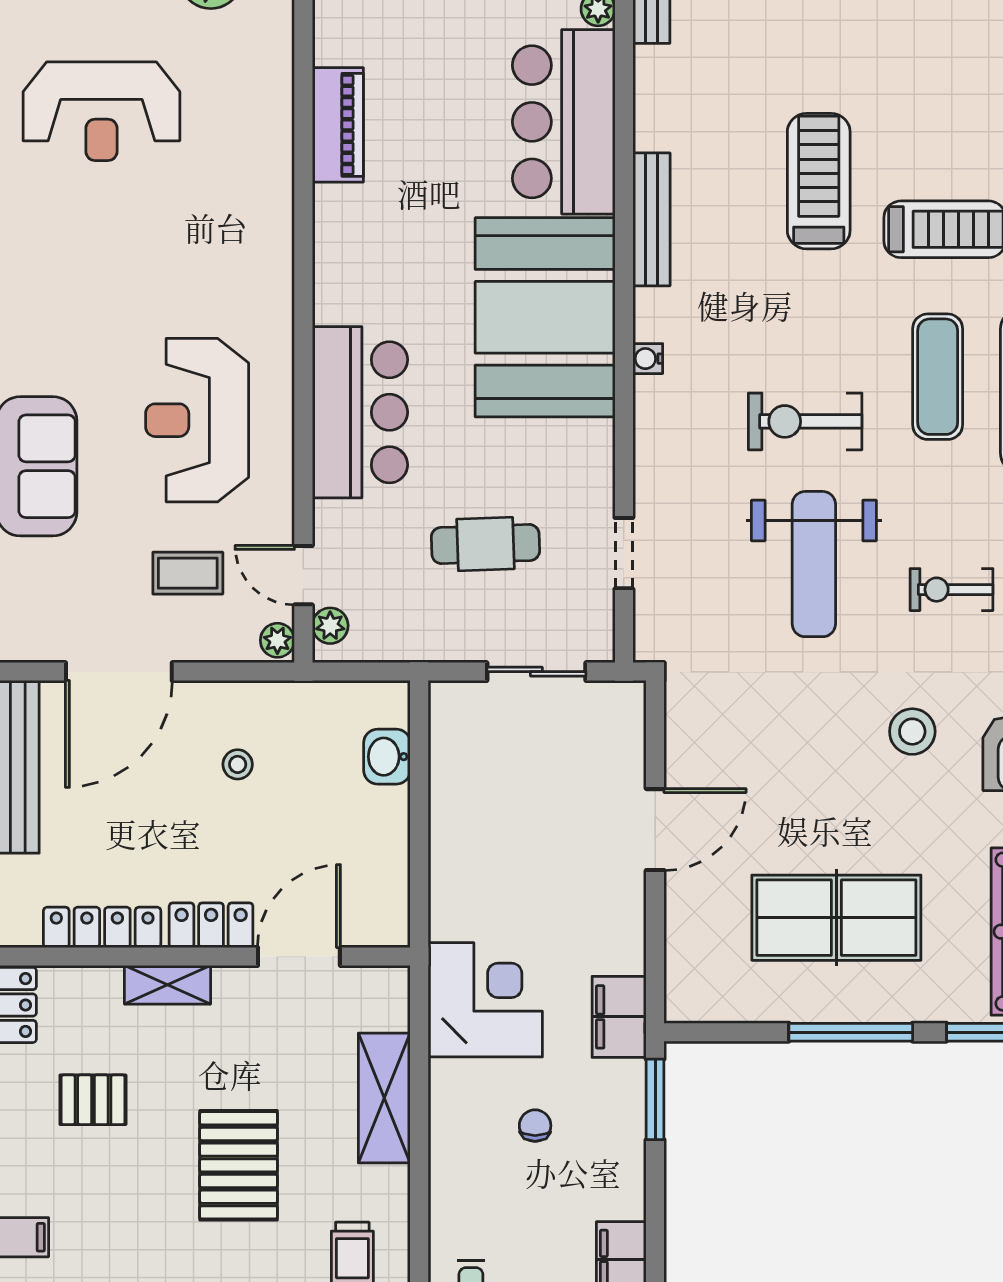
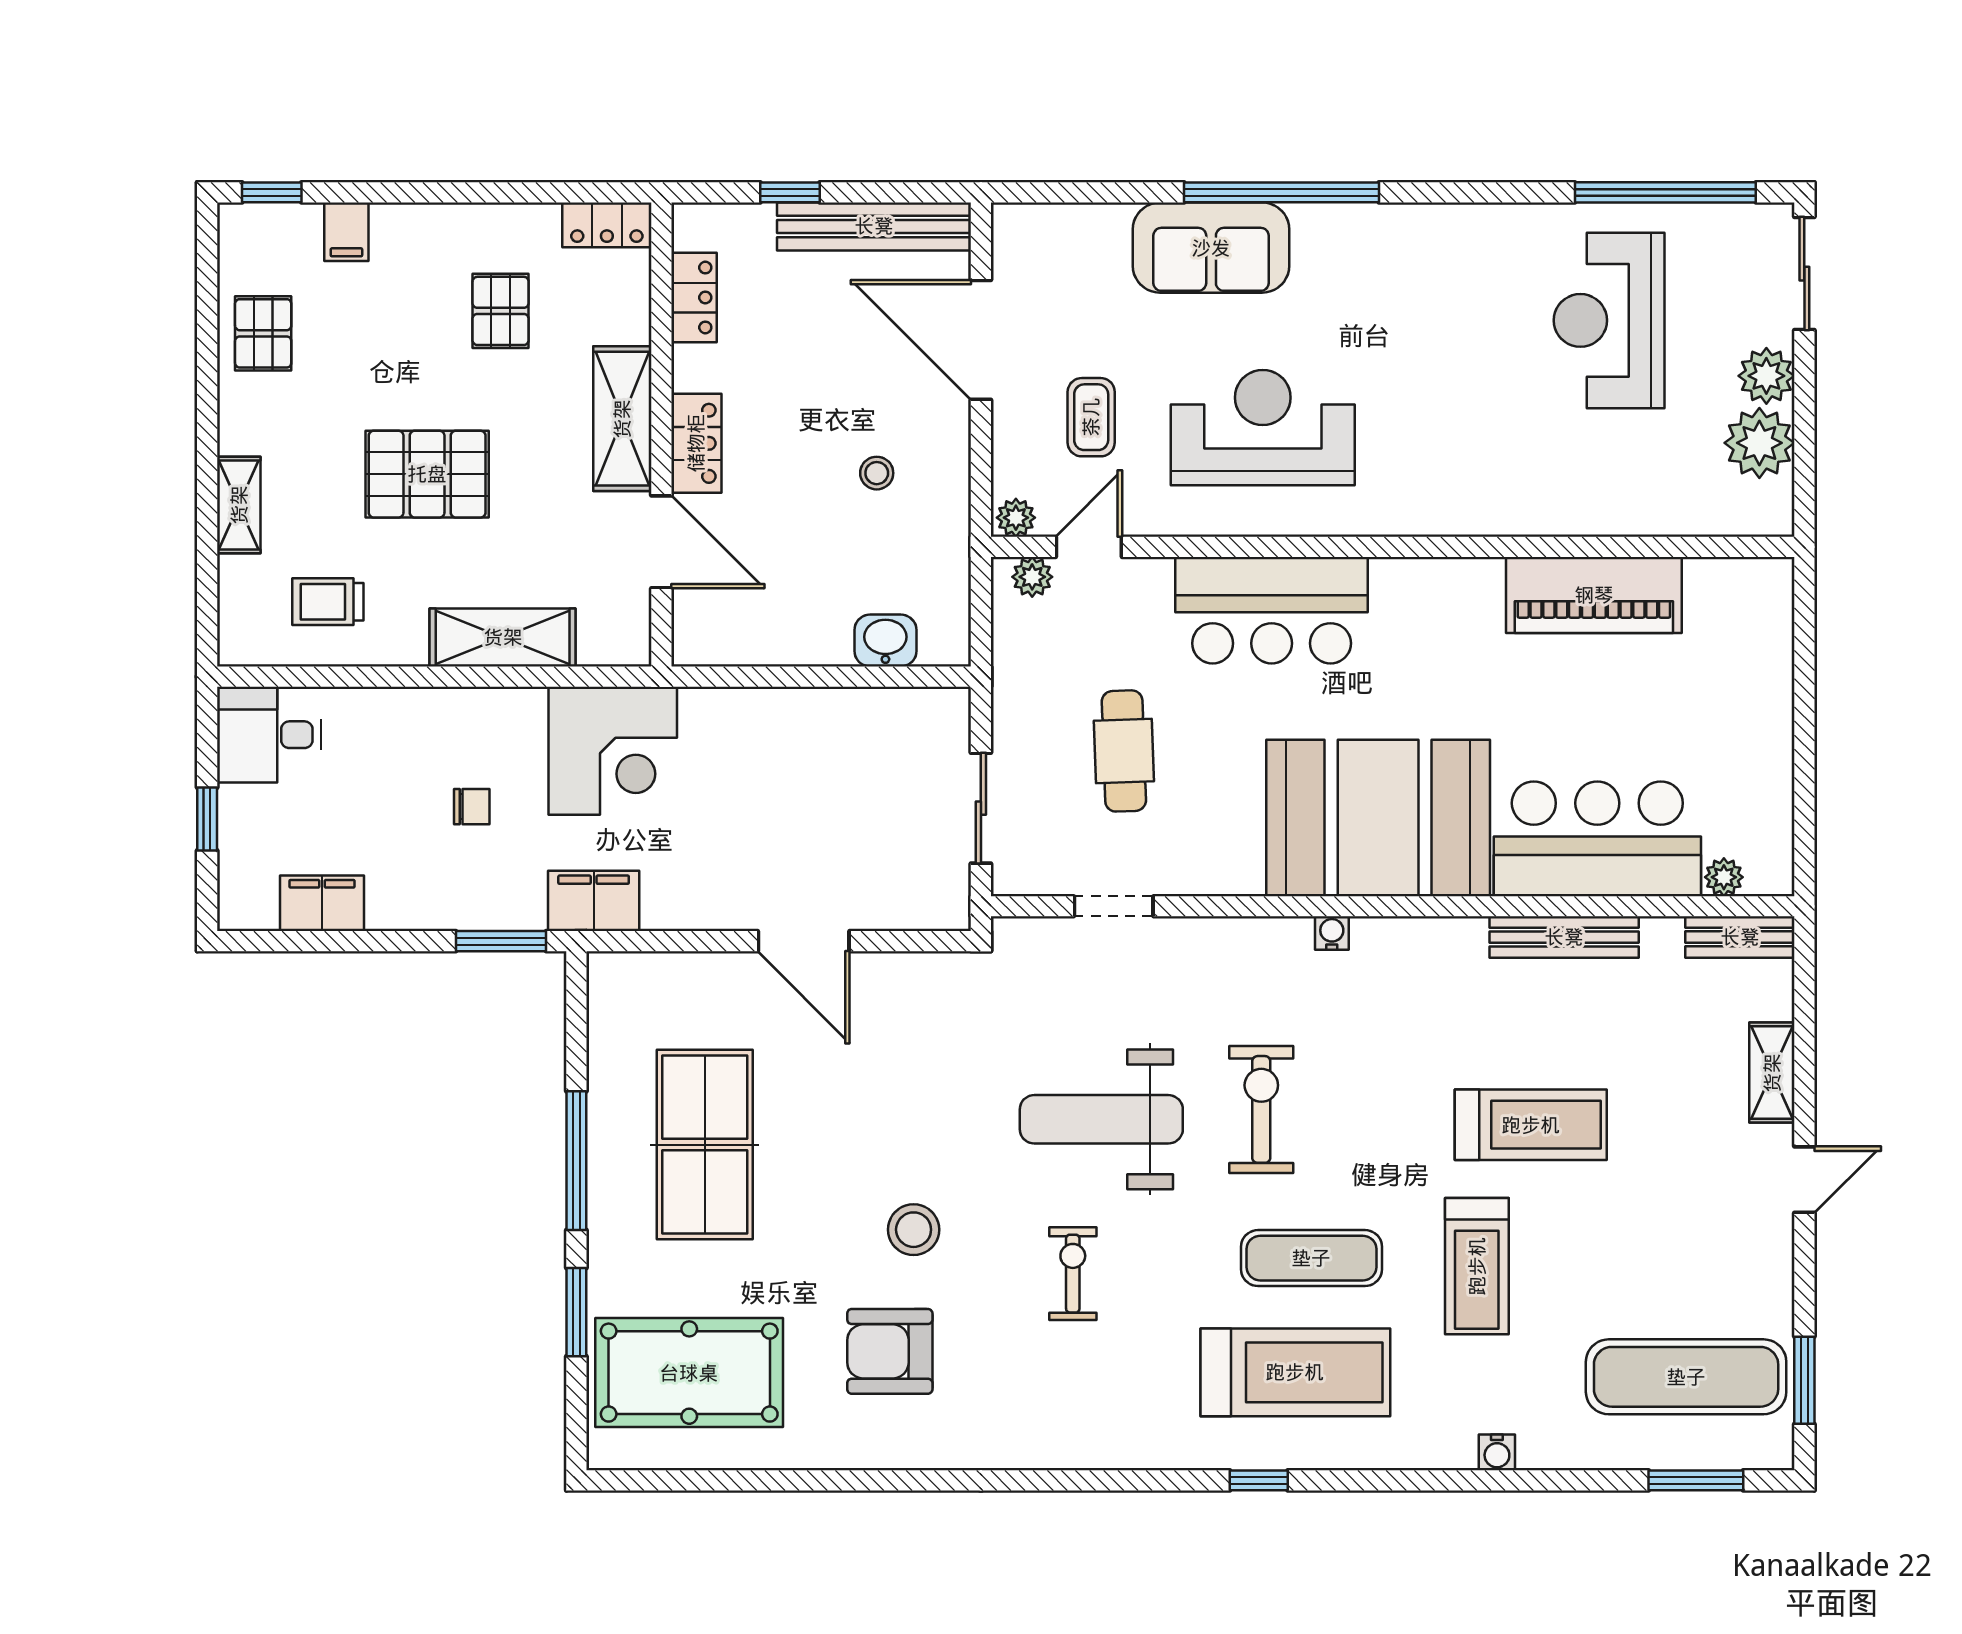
piano: (338, 125) -> (1594, 595), width x1.37, depth x1.33
bench: (651, 219) -> (1564, 937), moved
locker: (102, 927) -> (694, 297), width x0.66
shelving: (167, 985) -> (622, 419), width x1.50, depth x1.33

